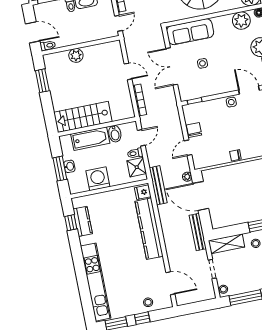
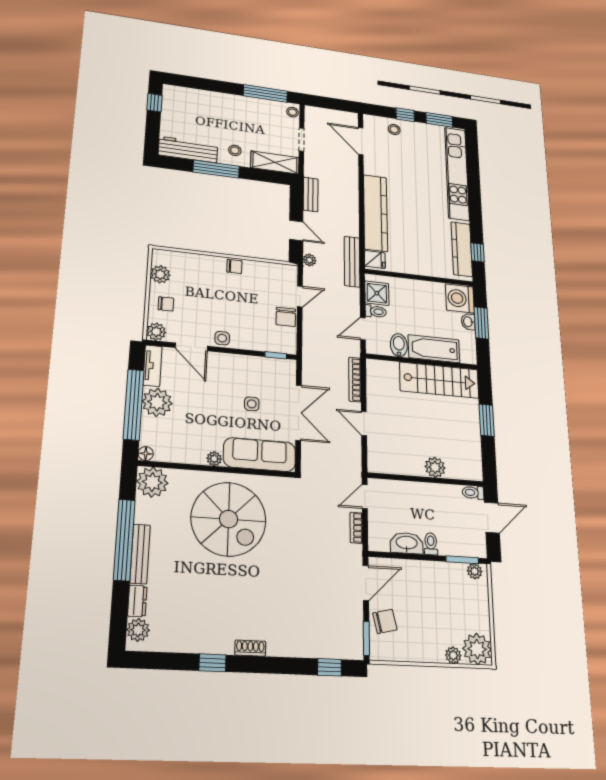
plant: (241, 21) -> (214, 459), moved, width x0.53, depth x0.53
door: (33, 32) -> (492, 518), swing flipped
window: (42, 81) -> (487, 420), moved
washing machine: (98, 179) -> (460, 298), moved, turned 90
door: (201, 196) -> (296, 231), width x0.53
kitchen counter: (83, 221) -> (462, 249), width x1.50
bench: (198, 232) -> (311, 194), width x0.73

